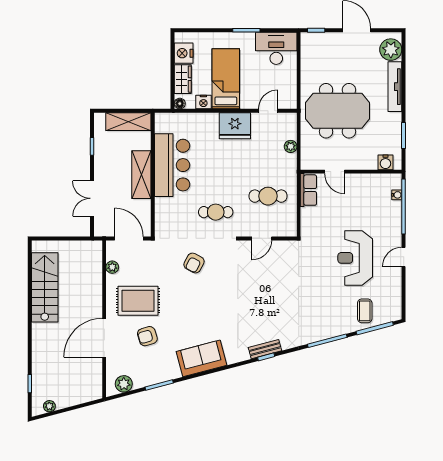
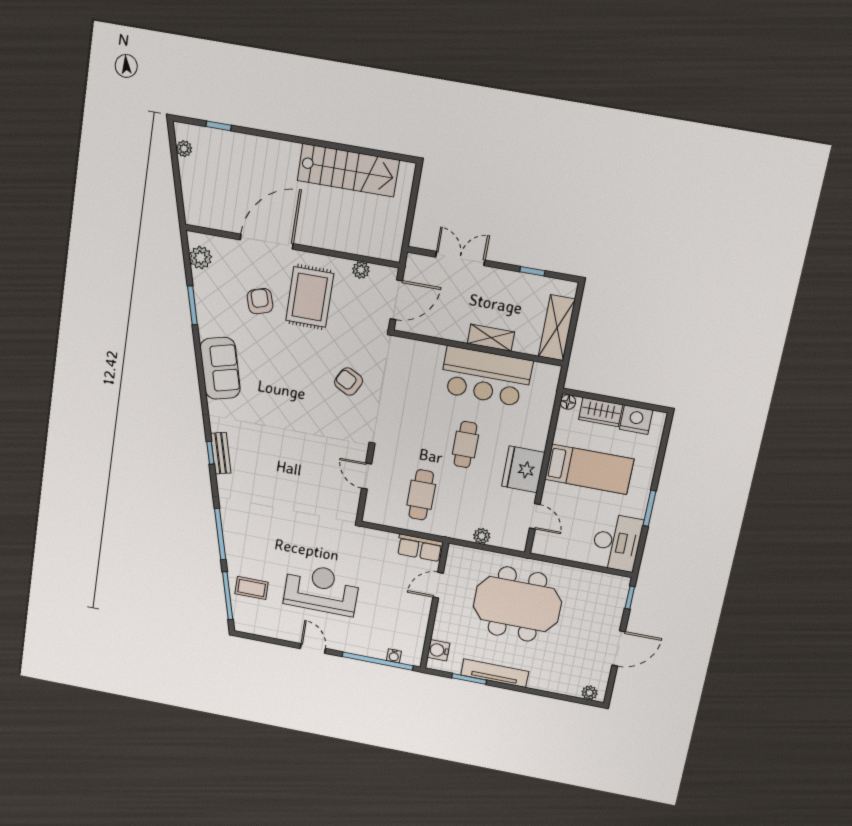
plant: (391, 50) -> (589, 693), width x0.53, depth x0.53
tv unit: (395, 87) -> (495, 673), moved
nightstand: (203, 102) -> (564, 434), removed
meeting table: (337, 111) -> (517, 604), turned 90
shelving: (141, 175) -> (491, 338), width x0.67, depth x0.75
cafe table: (216, 212) -> (465, 445), moved
door: (104, 338) -> (267, 242), hinge flipped

